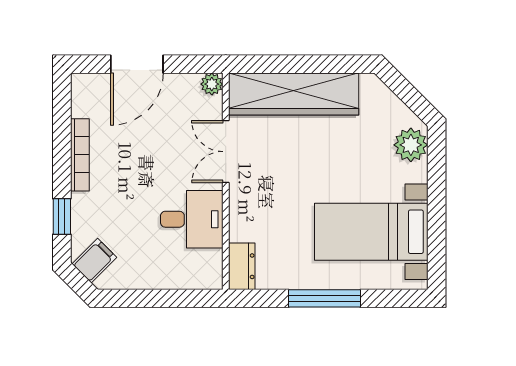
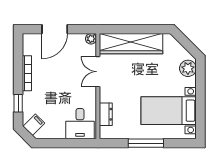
desk: (192, 219) -> (80, 124), moved, turned 90
dresser: (242, 266) -> (106, 114), moved

